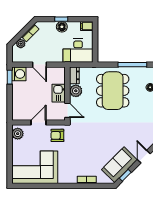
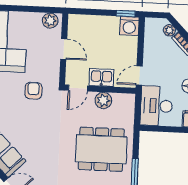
door: (40, 65) -> (139, 75), moved
dresser: (74, 75) -> (124, 99), removed
armchair: (57, 135) -> (33, 91), moved

